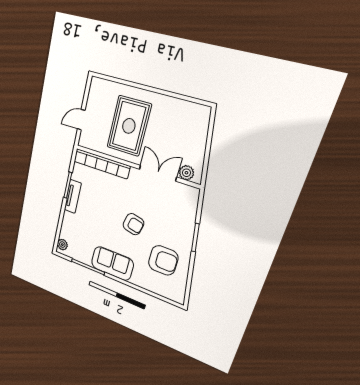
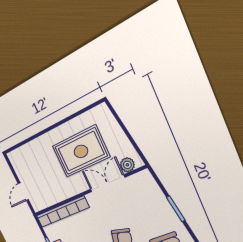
rug: (129, 126) -> (81, 151), moved, turned 90

